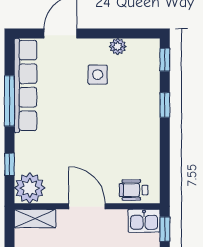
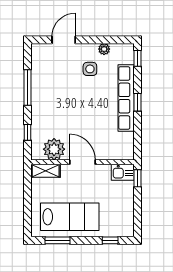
row of seats: (25, 85) -> (126, 98), moved, turned 180
window: (165, 105) -> (137, 102), moved
plant: (30, 188) -> (54, 149), moved
wheelchair: (134, 190) -> (115, 151), removed

